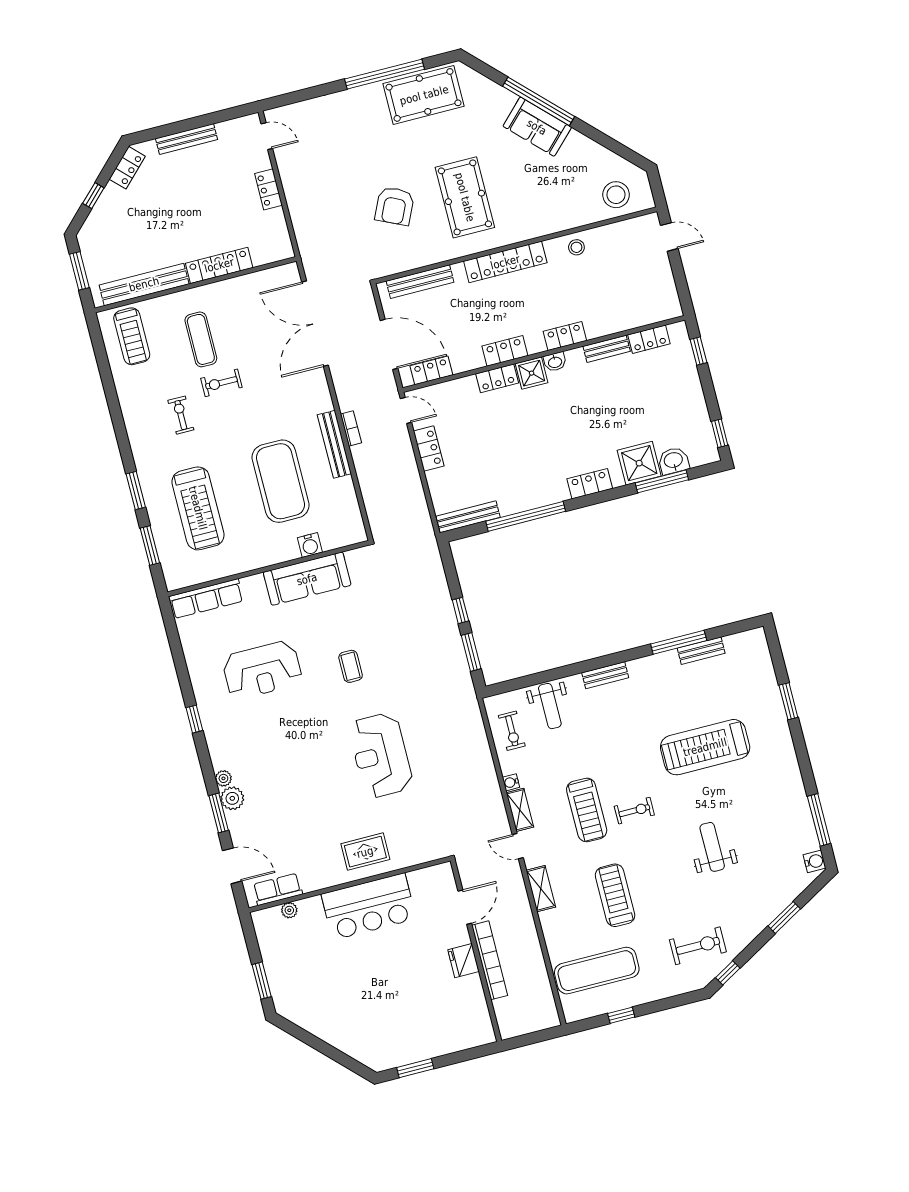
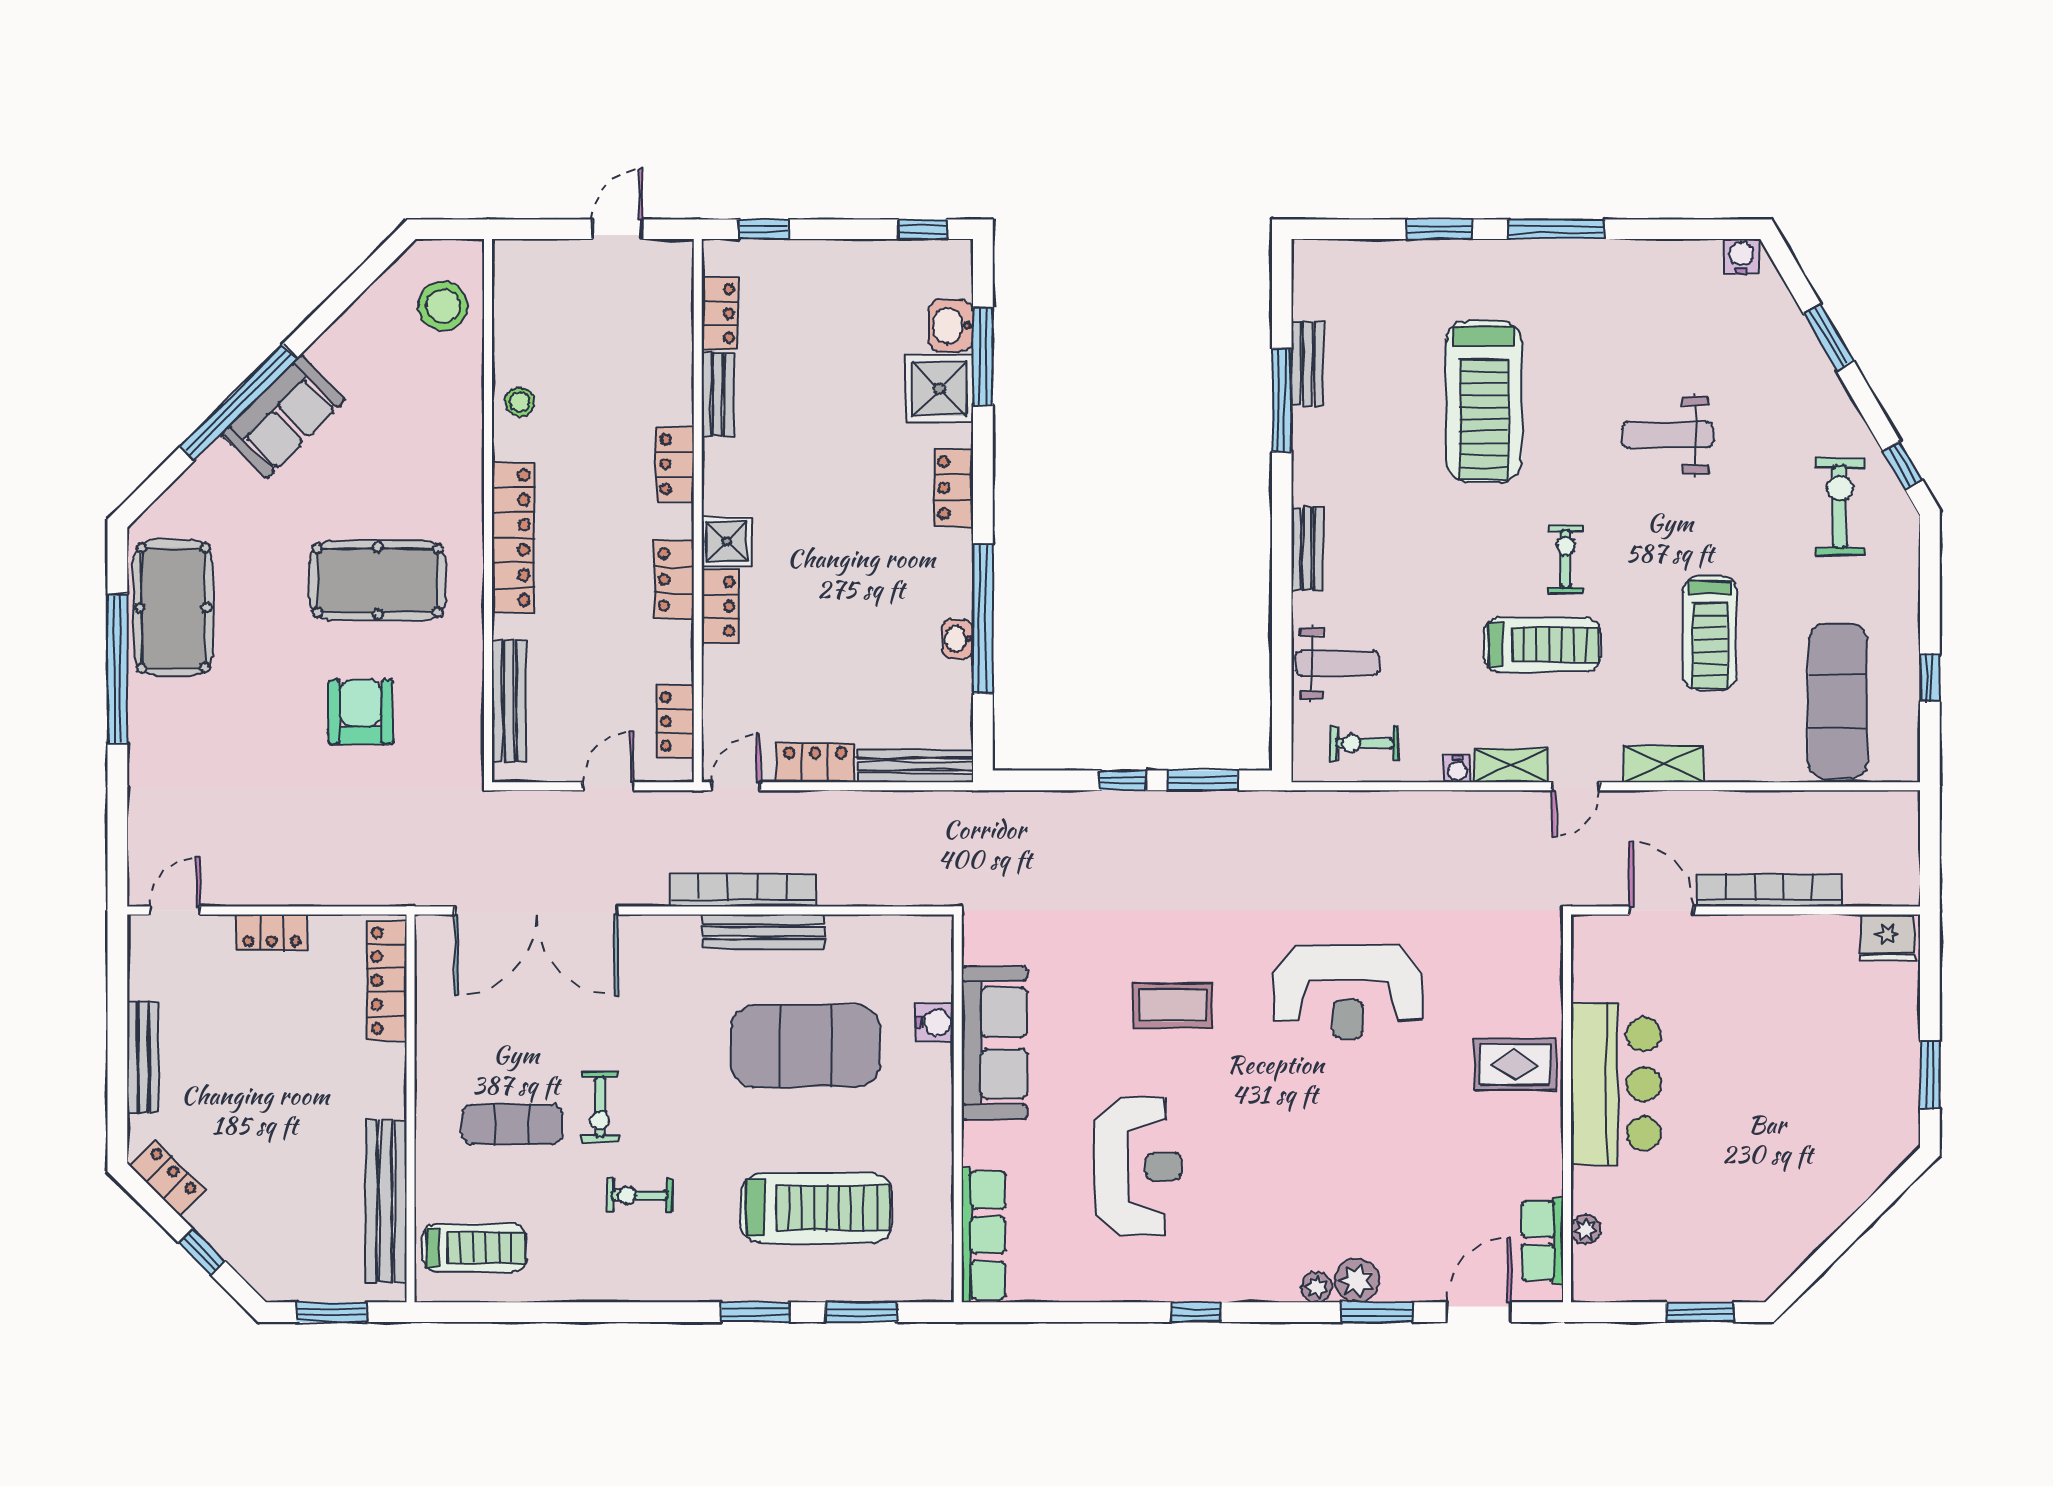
armchair: (395, 206) -> (361, 712), turned -115
door: (669, 237) -> (617, 229), moved
locker: (219, 265) -> (387, 981), moved
door: (389, 344) -> (608, 786), width x0.53
washbasin: (555, 362) -> (958, 639), moved, turned 180
bookcase: (351, 428) -> (743, 890), width x2.31, depth x1.31
bench: (468, 517) -> (915, 766), moved, turned 90
coffee table: (351, 666) -> (1173, 1005), width x1.36, depth x1.30
exercise bike: (512, 731) -> (1364, 744), turned 180
window: (819, 820) -> (1556, 229), moved
rug: (365, 852) -> (1515, 1064), turned 90
treadmill: (615, 895) -> (1710, 633), turned -90
fridge: (463, 961) -> (1887, 938), moved

